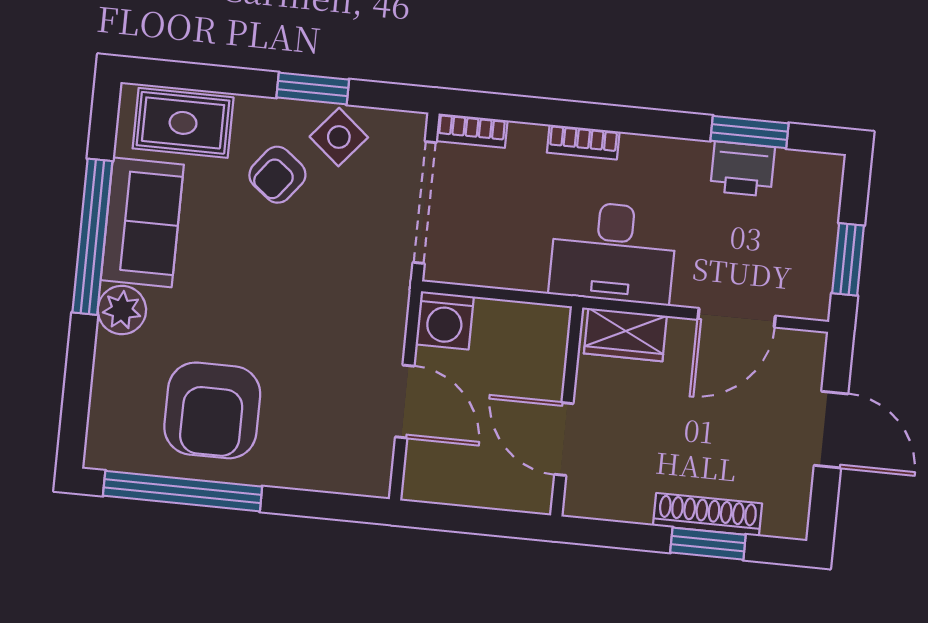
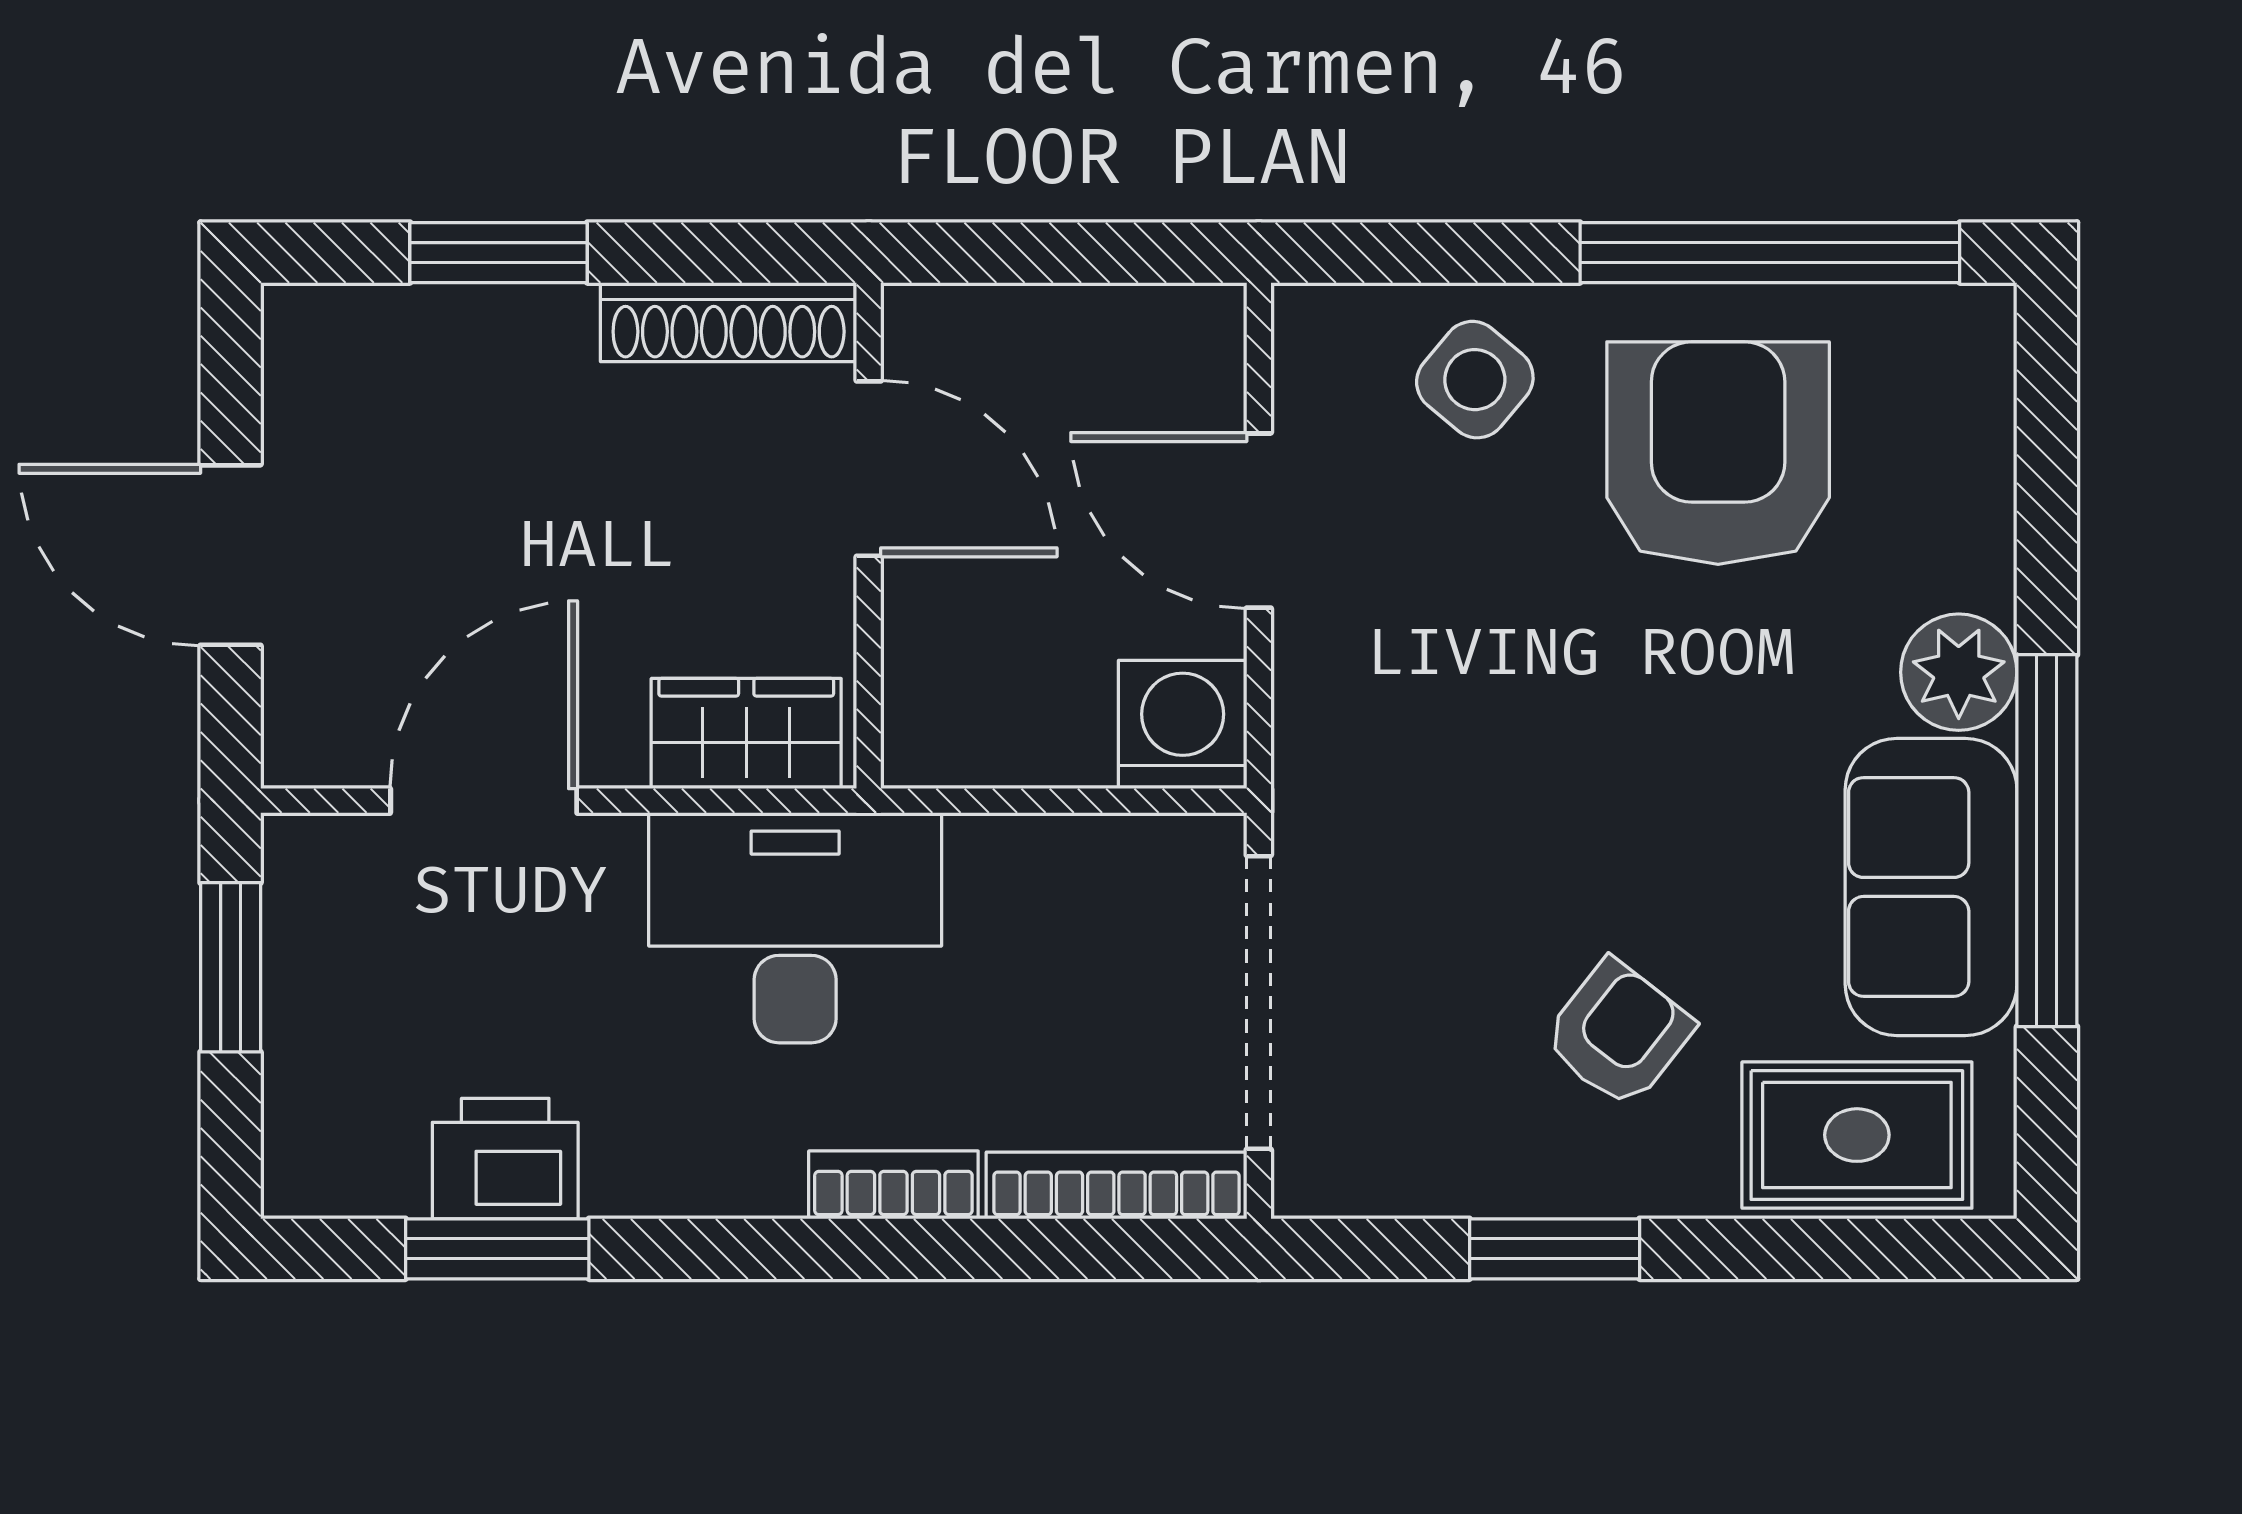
bookcase: (472, 131) -> (1116, 1185), width x1.56
side table: (339, 137) -> (1475, 380), moved
shoe rack: (708, 515) -> (729, 322), moved

